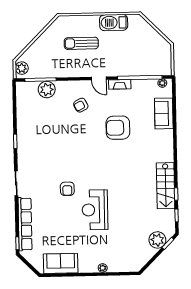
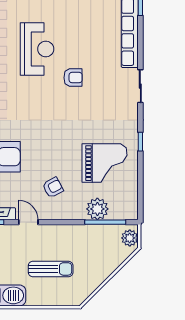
grand piano: (42, 124) -> (105, 163), added
armchair: (67, 189) -> (73, 78), turned 90

